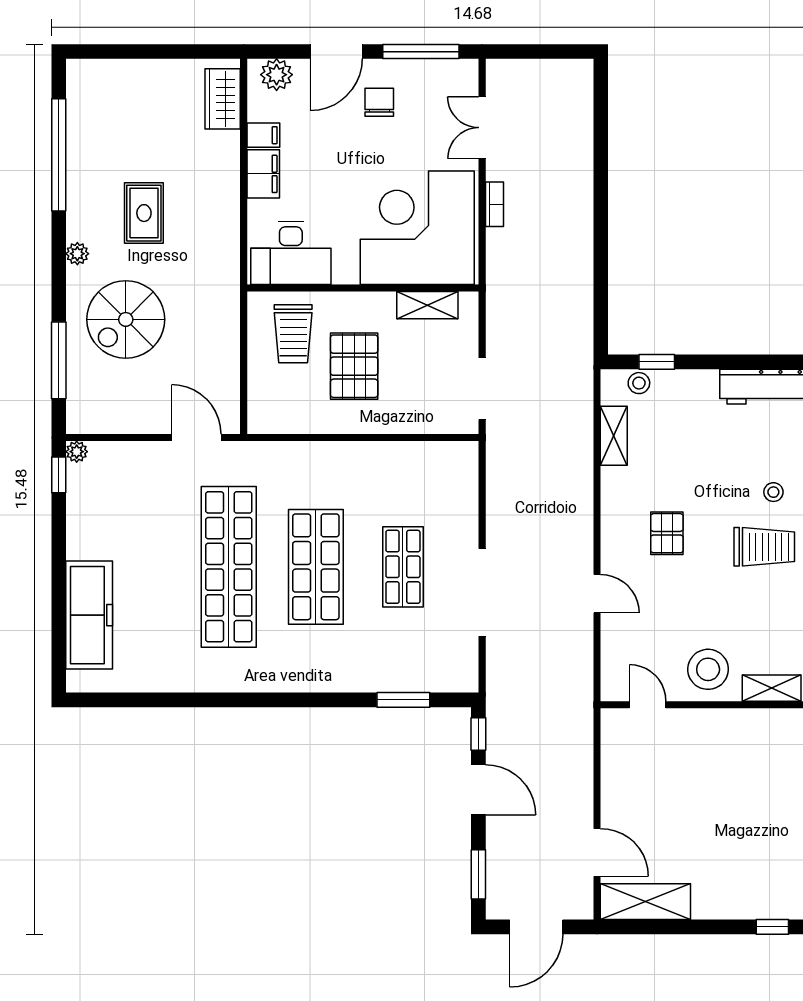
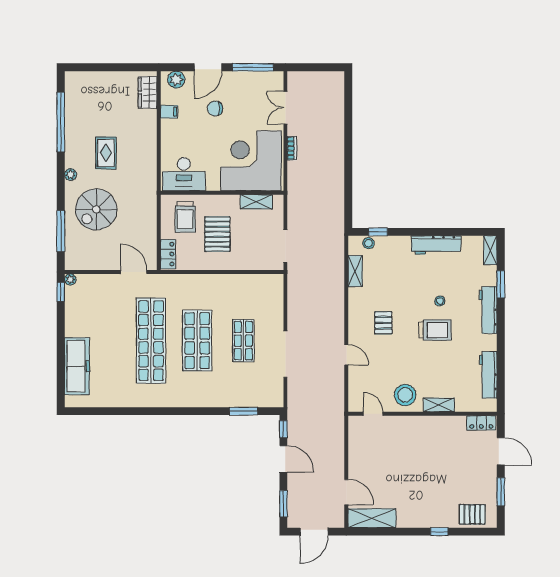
chair: (379, 102) -> (215, 108), moved, turned -90
filing cabinet: (263, 174) -> (169, 132), removed
locker: (261, 404) -> (168, 254), added

